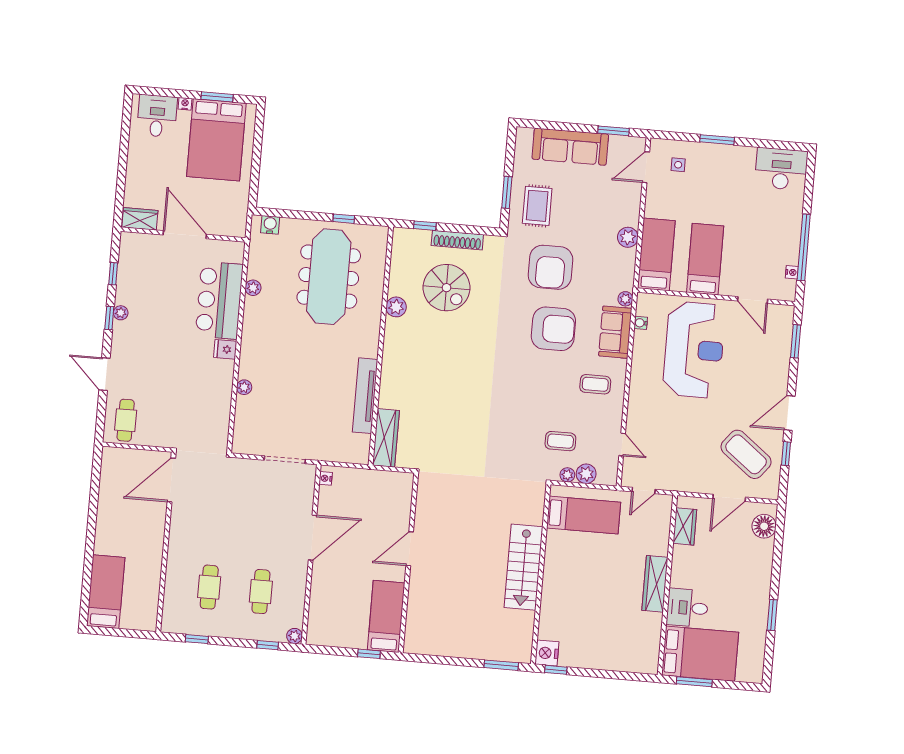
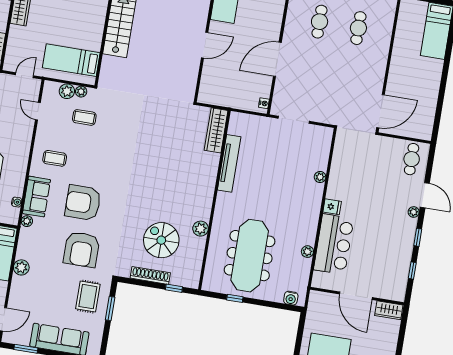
armchair: (550, 267) -> (82, 249), turned 180
plant: (121, 313) -> (414, 212), moved

